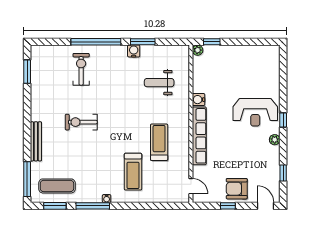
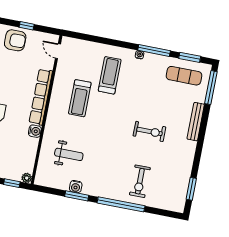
water cooler: (134, 51) -> (76, 187), moved

